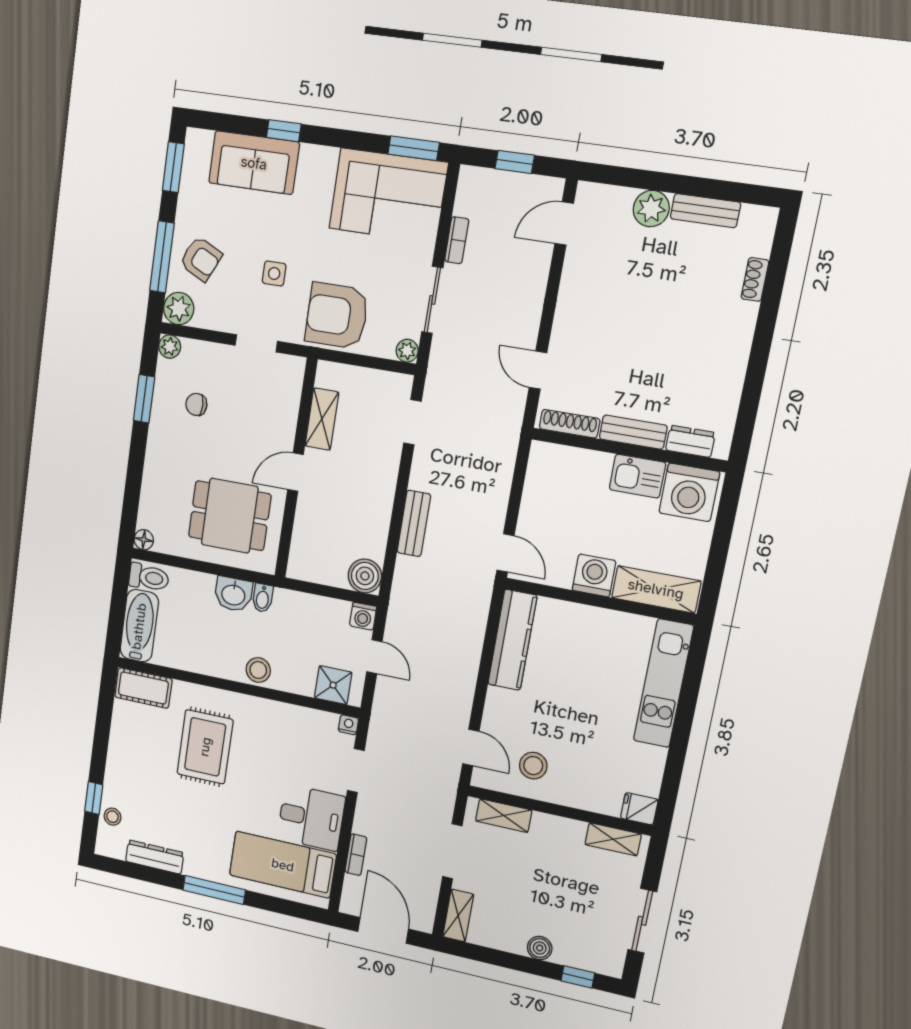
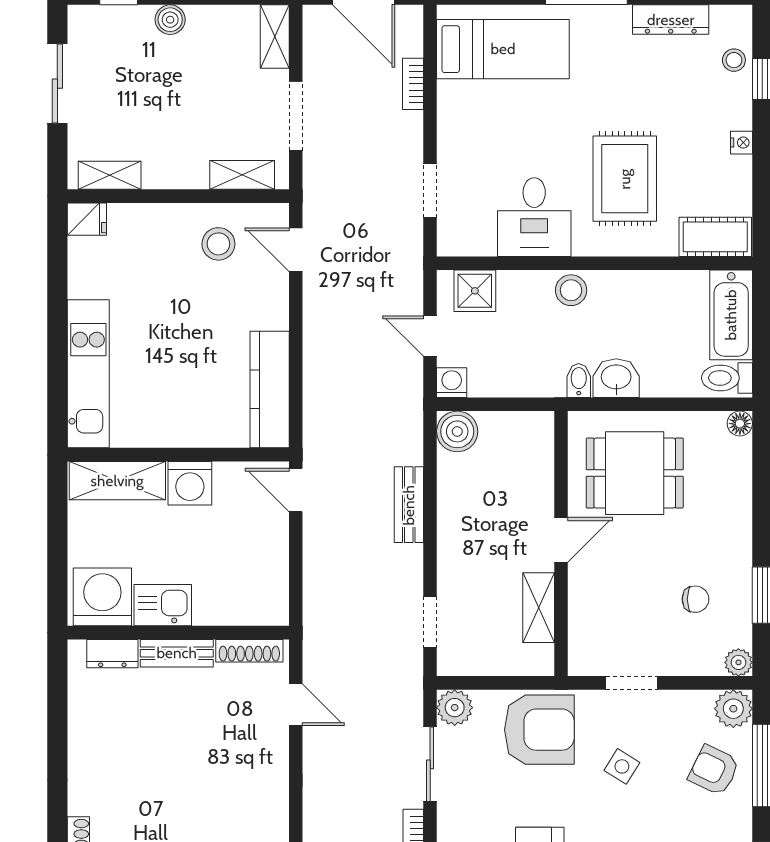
side table: (274, 273) -> (622, 766), turned 32
plant: (407, 351) -> (455, 708), width x1.38, depth x1.38
nightstand: (348, 725) -> (741, 143), moved, turned -90
desk: (311, 818) -> (534, 217), moved, turned -90

